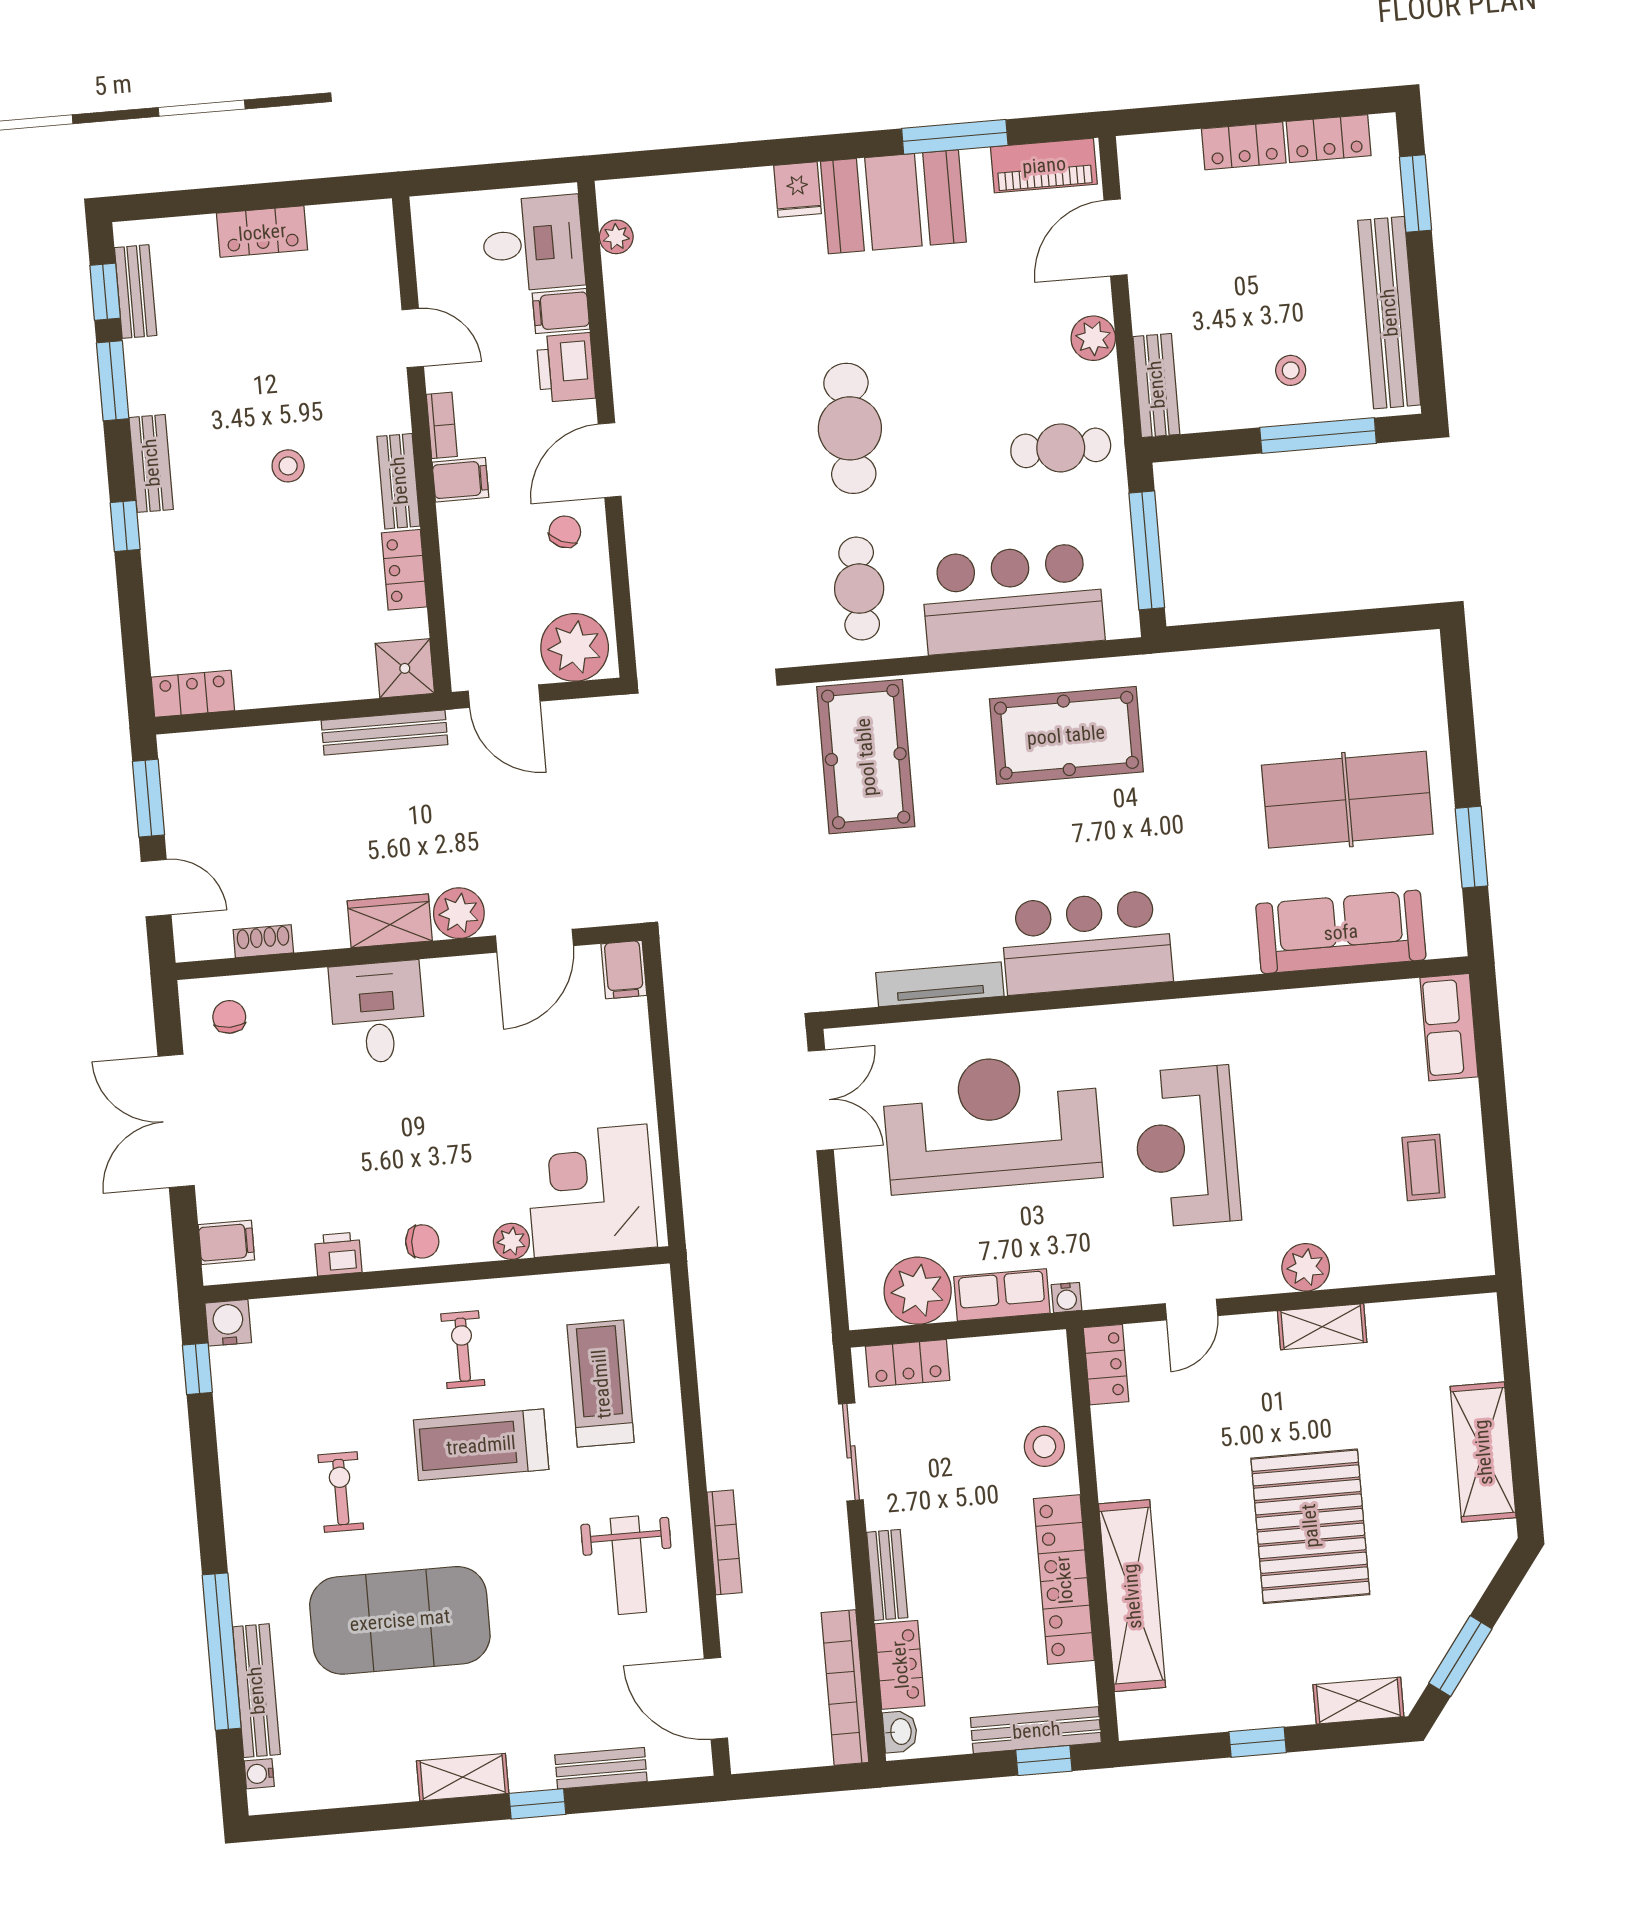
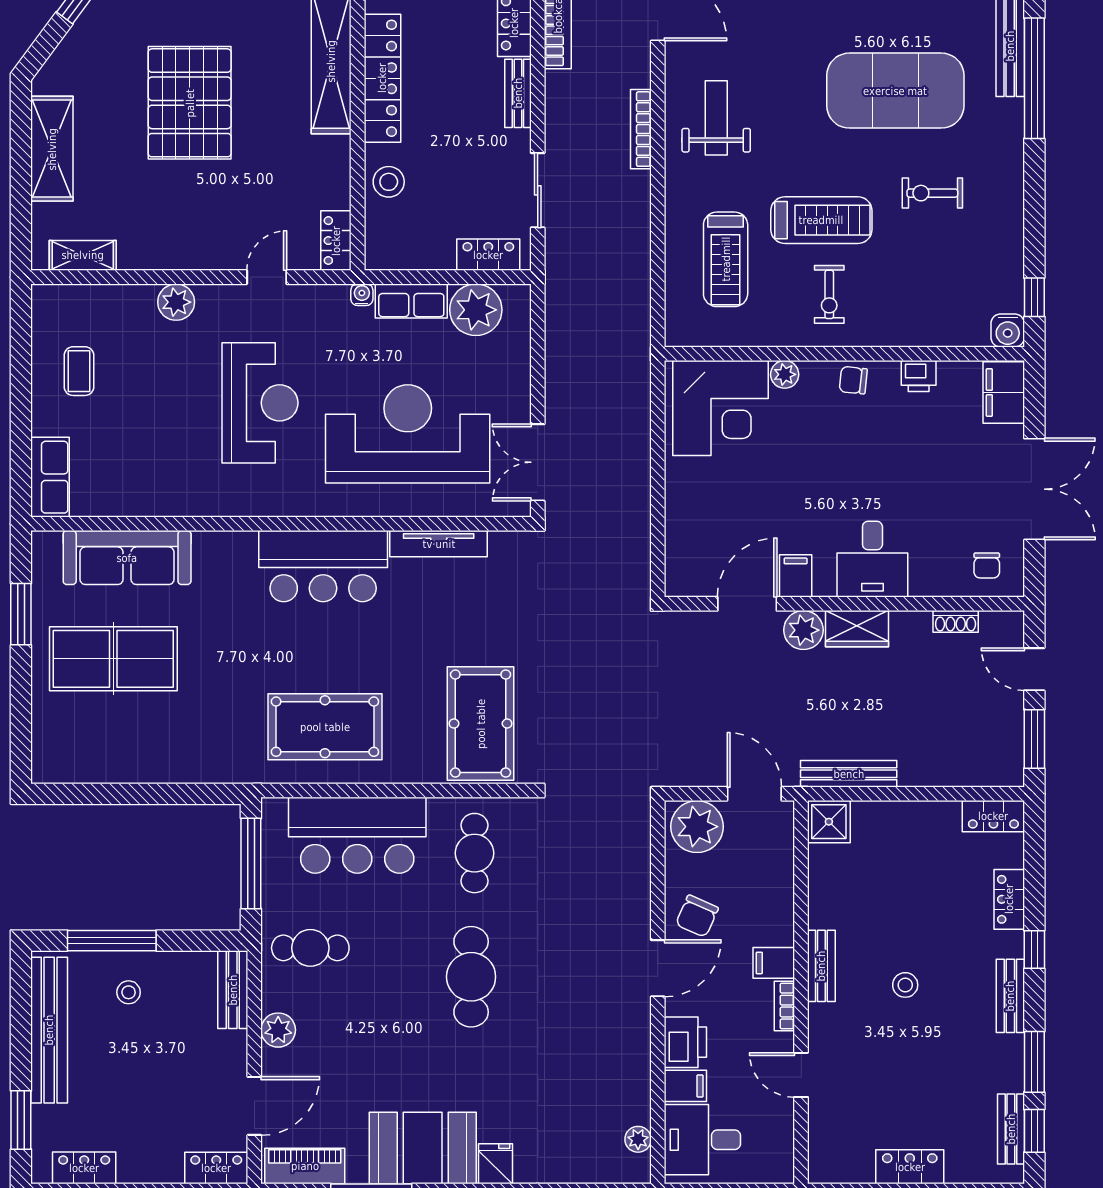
locker: (1244, 146) -> (216, 1168), moved
chair: (565, 532) -> (697, 916), width x1.37, depth x1.37
locker: (404, 570) -> (1009, 899), moved, turned 180
filing cabinet: (624, 970) -> (796, 576), moved
reception desk: (992, 1123) -> (408, 434), turned 180
filing cabinet: (226, 1242) -> (1004, 392), width x2.00
shelving: (1322, 1327) -> (83, 255), moved
exercise bike: (341, 1492) -> (932, 193), turned 90

